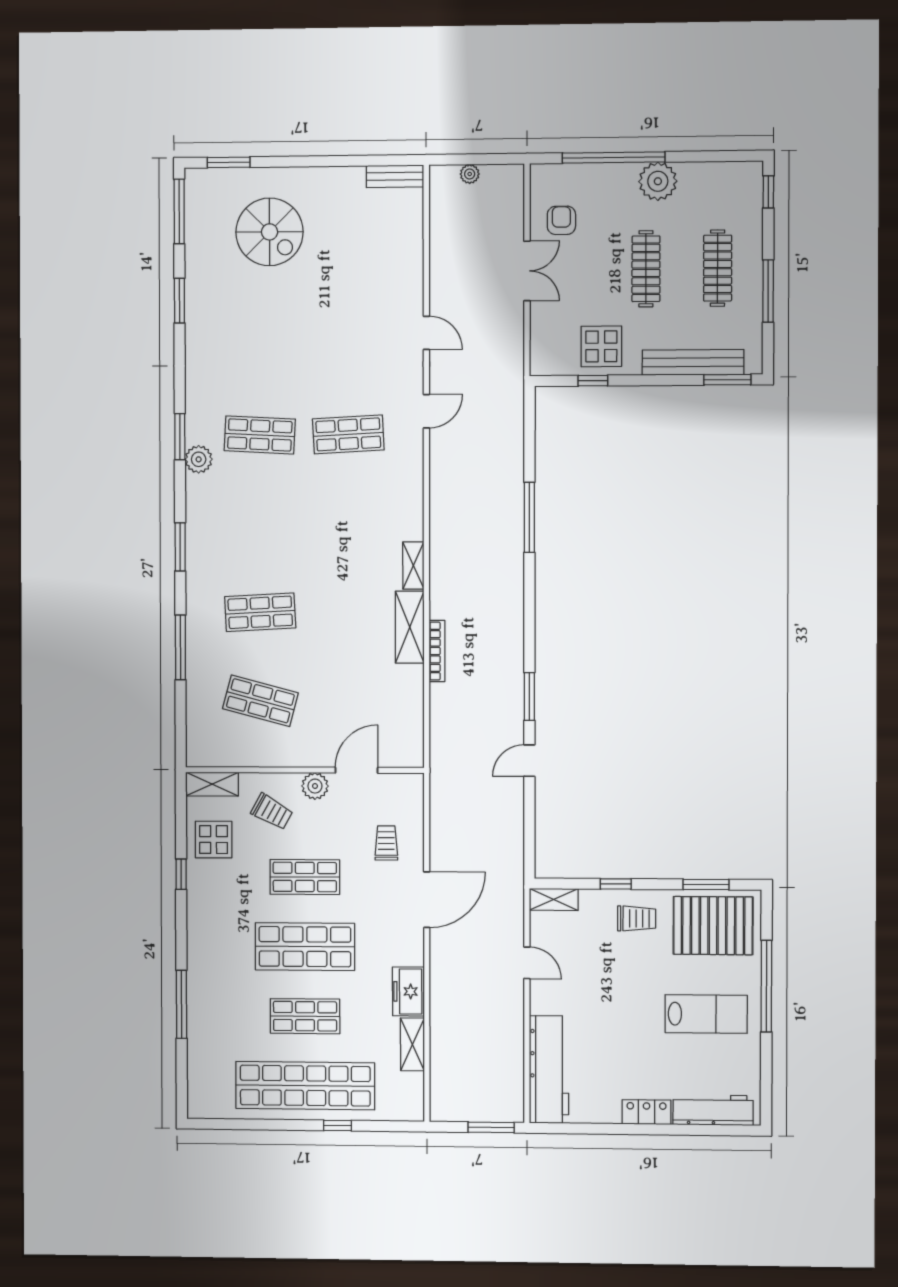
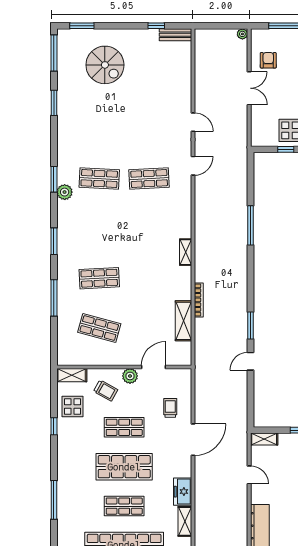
window: (361, 161) -> (156, 26), added
plant: (470, 174) -> (242, 34), moved
shelving: (410, 627) -> (183, 321), moved

